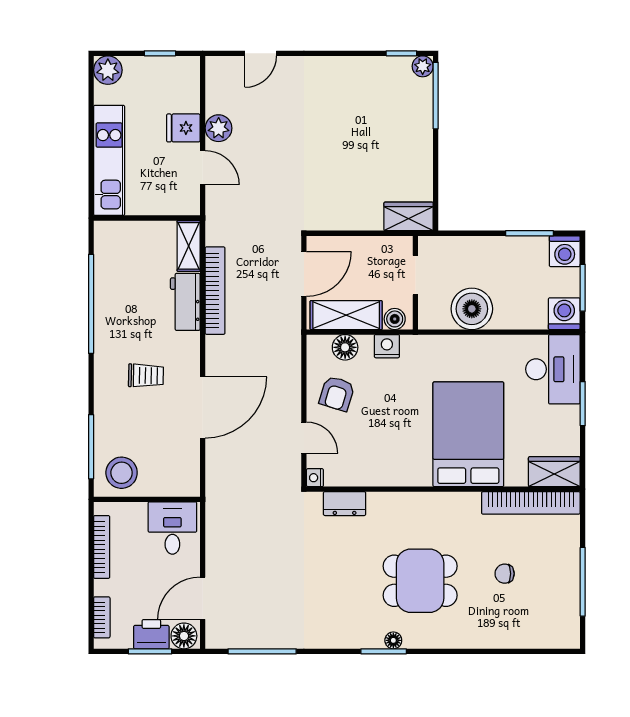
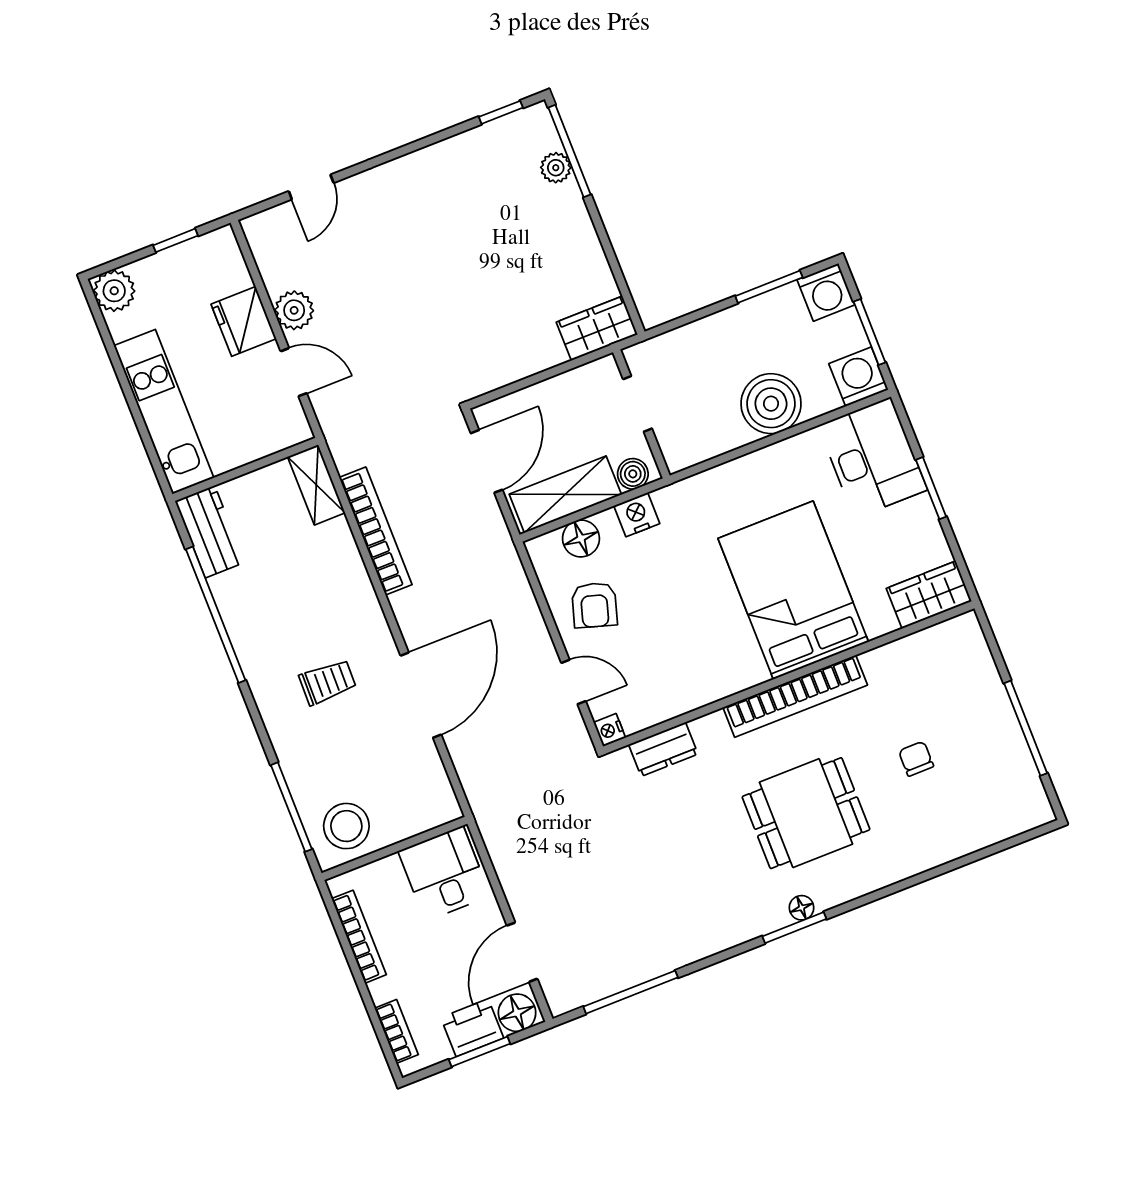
plant: (423, 66) -> (556, 168), moved
fridge: (183, 128) -> (244, 321), width x1.38
workbench: (185, 302) -> (210, 532), moved, turned 180
boiler: (472, 309) -> (771, 404), moved
bookcase: (531, 503) -> (795, 696), moved
chair: (505, 574) -> (916, 759), turned 90

